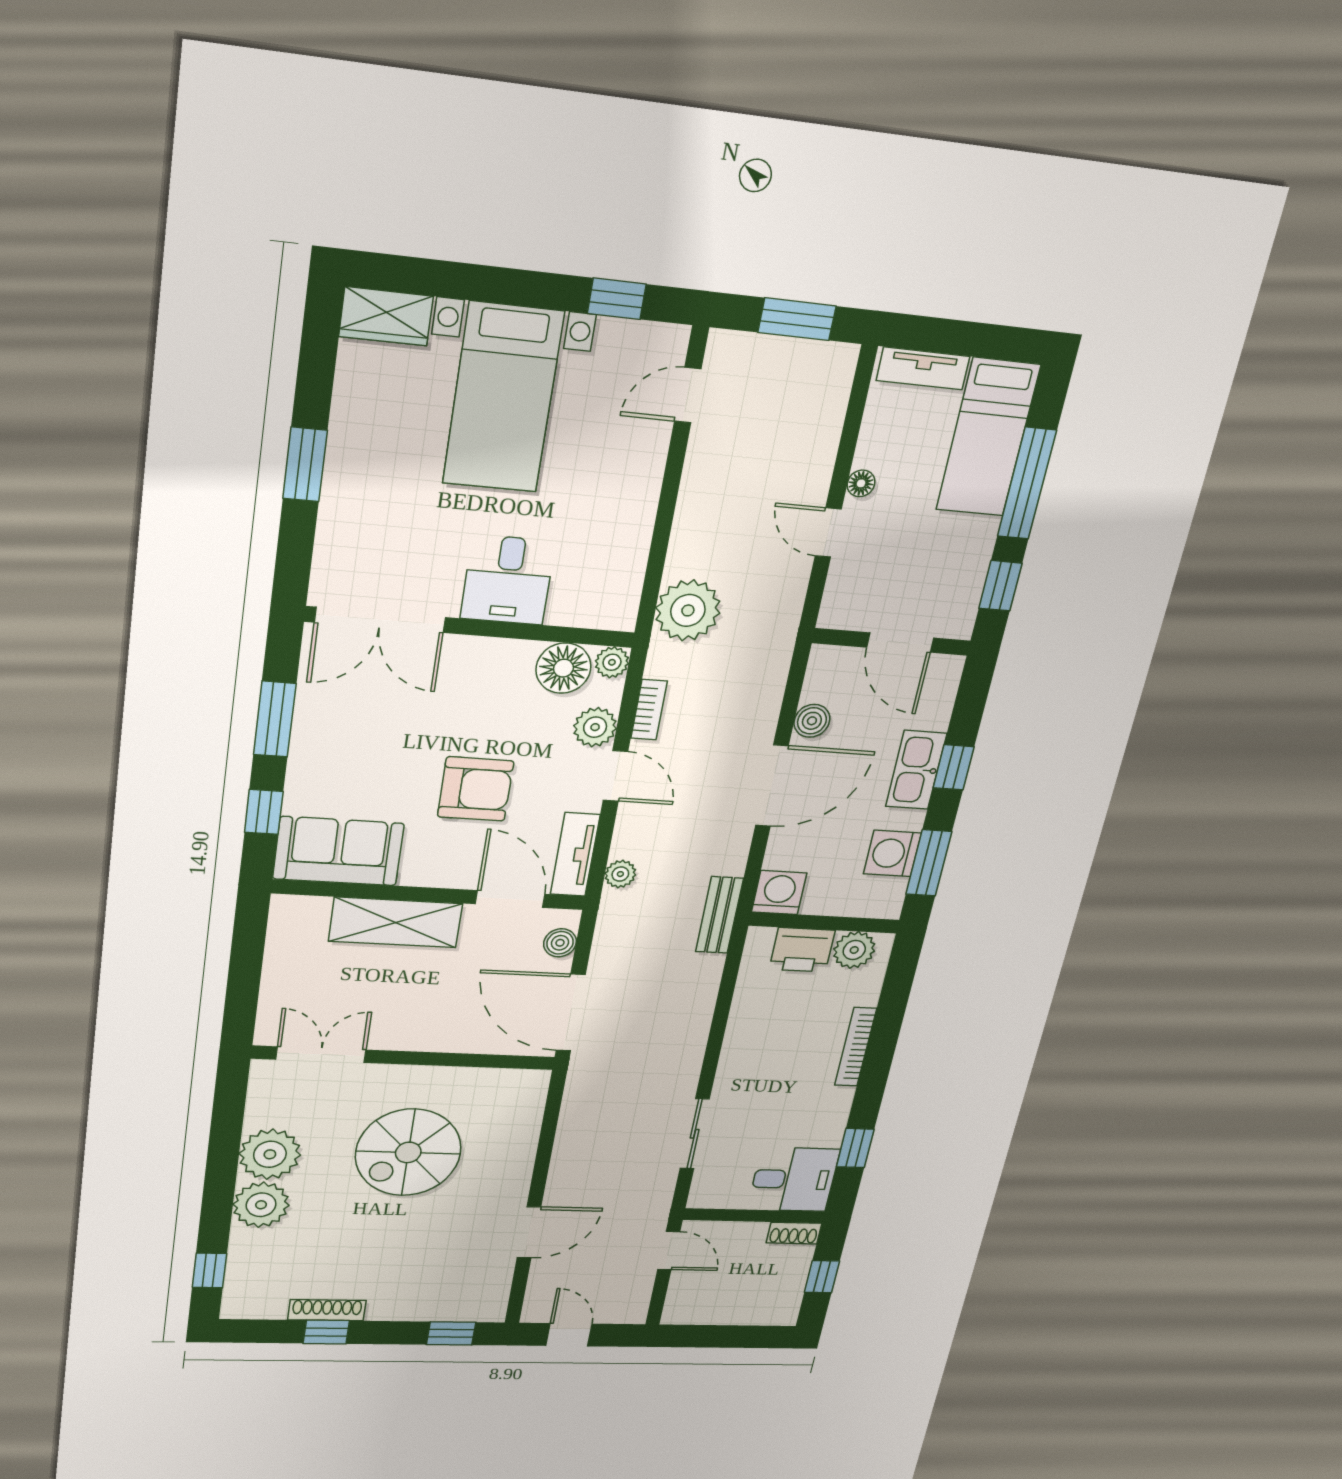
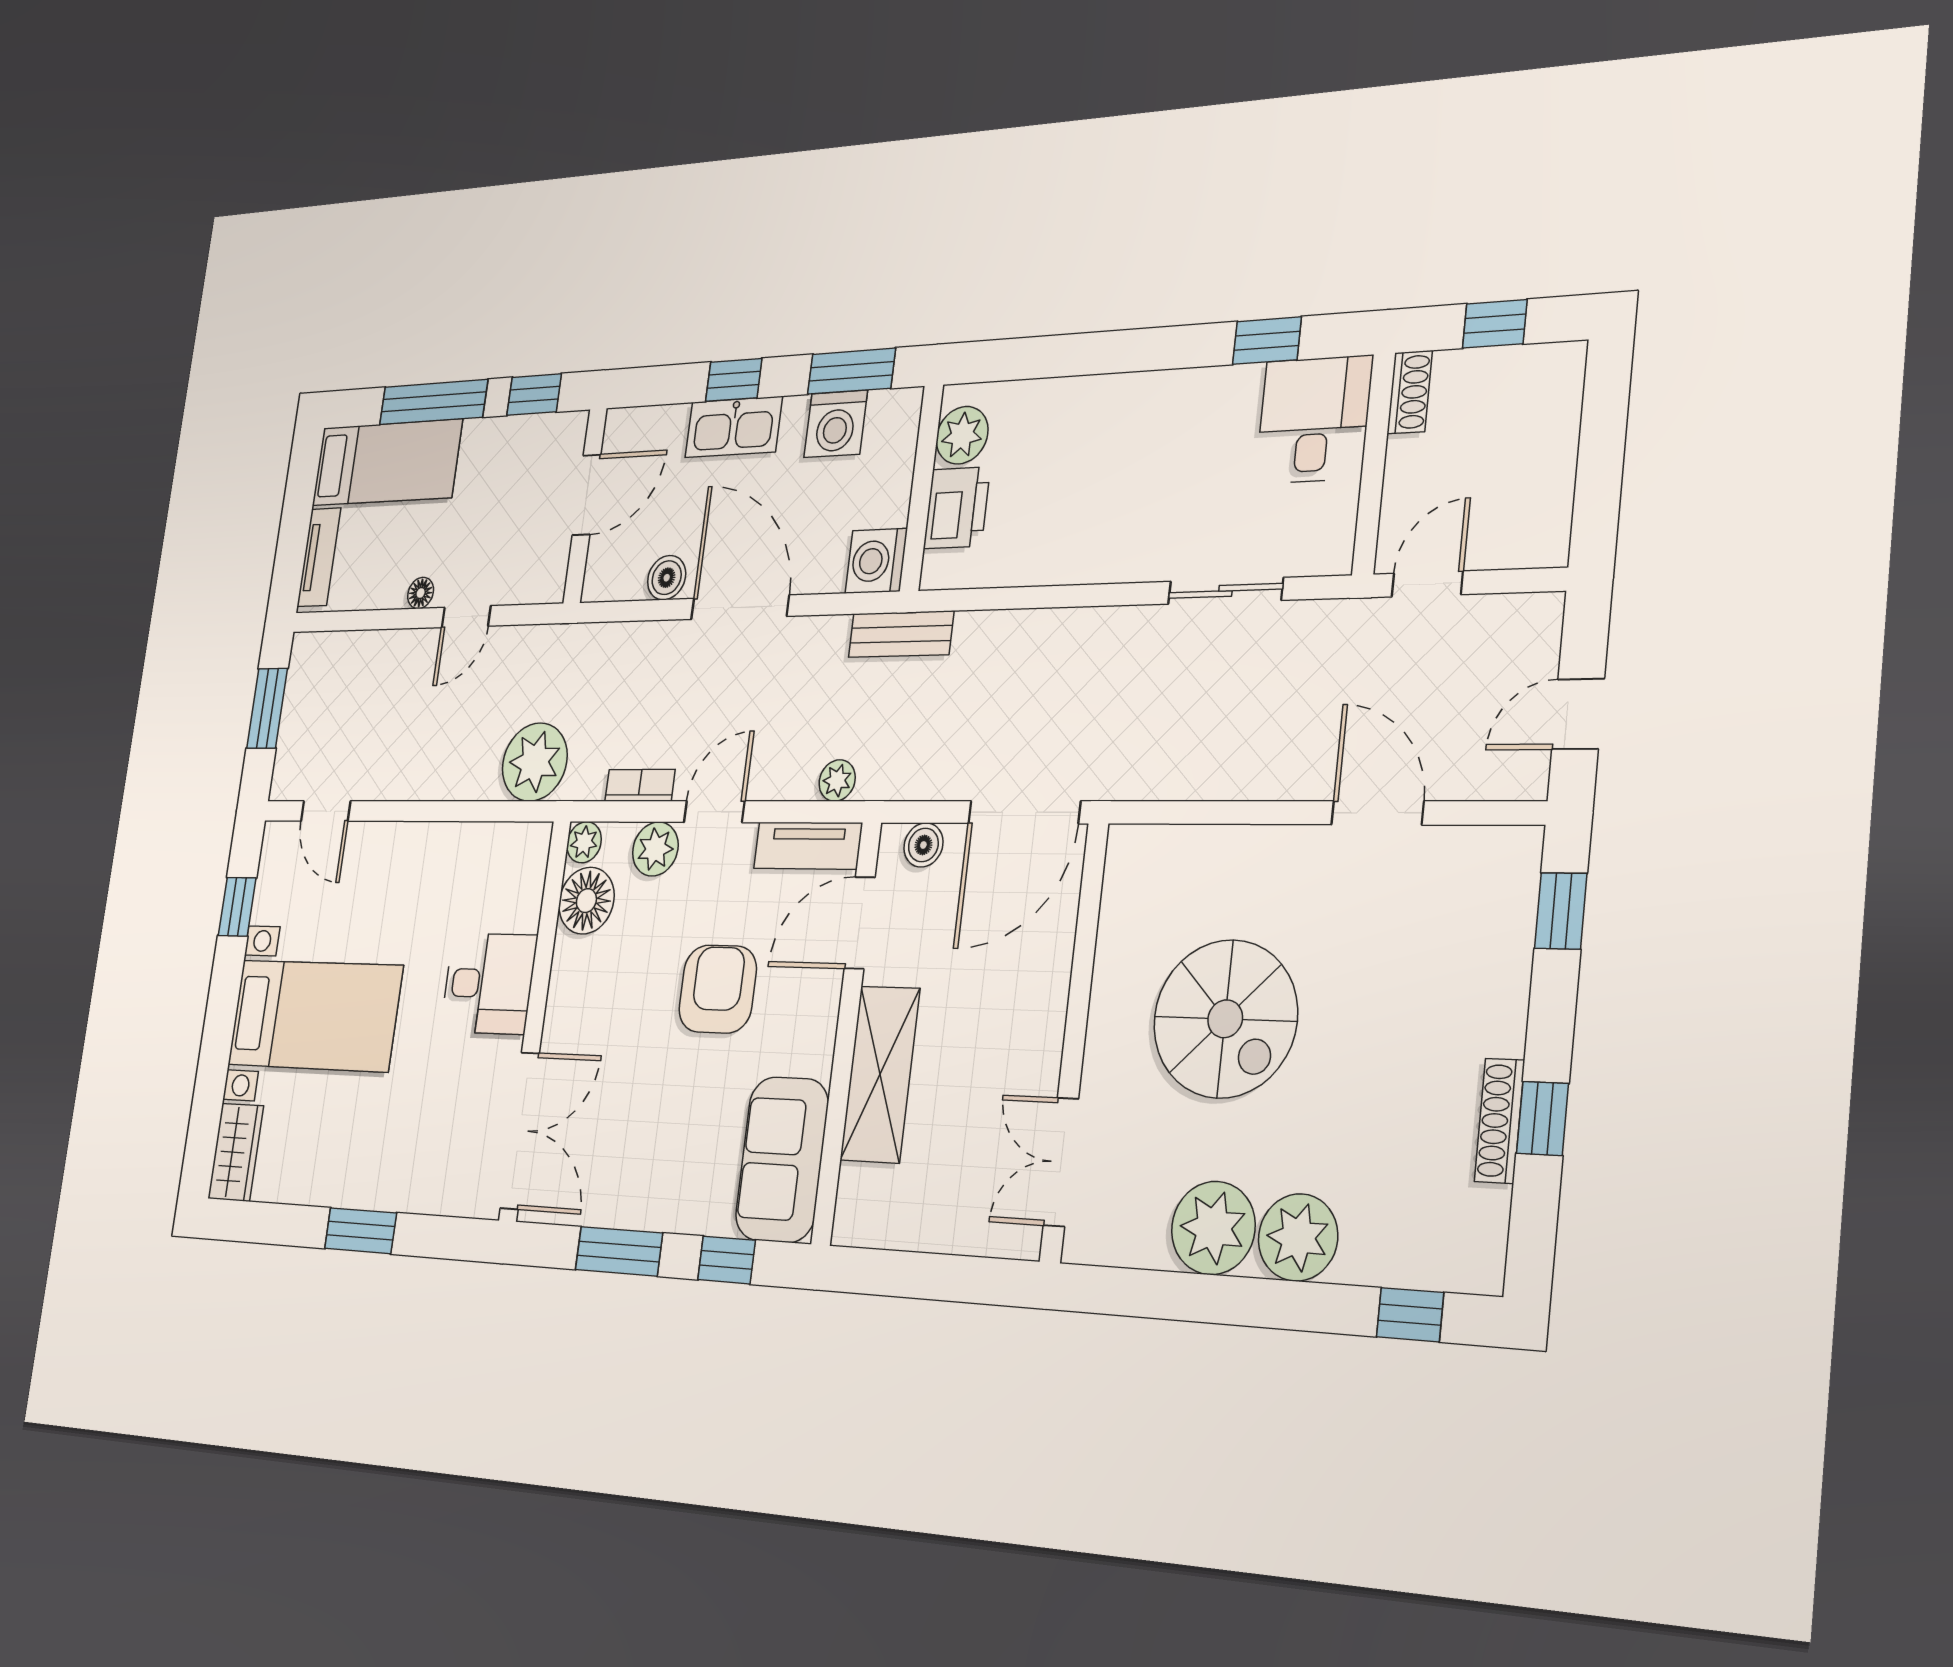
bookcase: (856, 1047) -> (1104, 390), removed

